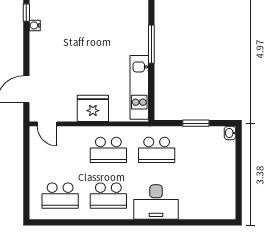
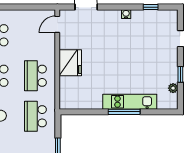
water cooler: (35, 25) -> (126, 14), moved
kitchen unit: (139, 87) -> (130, 102), moved

